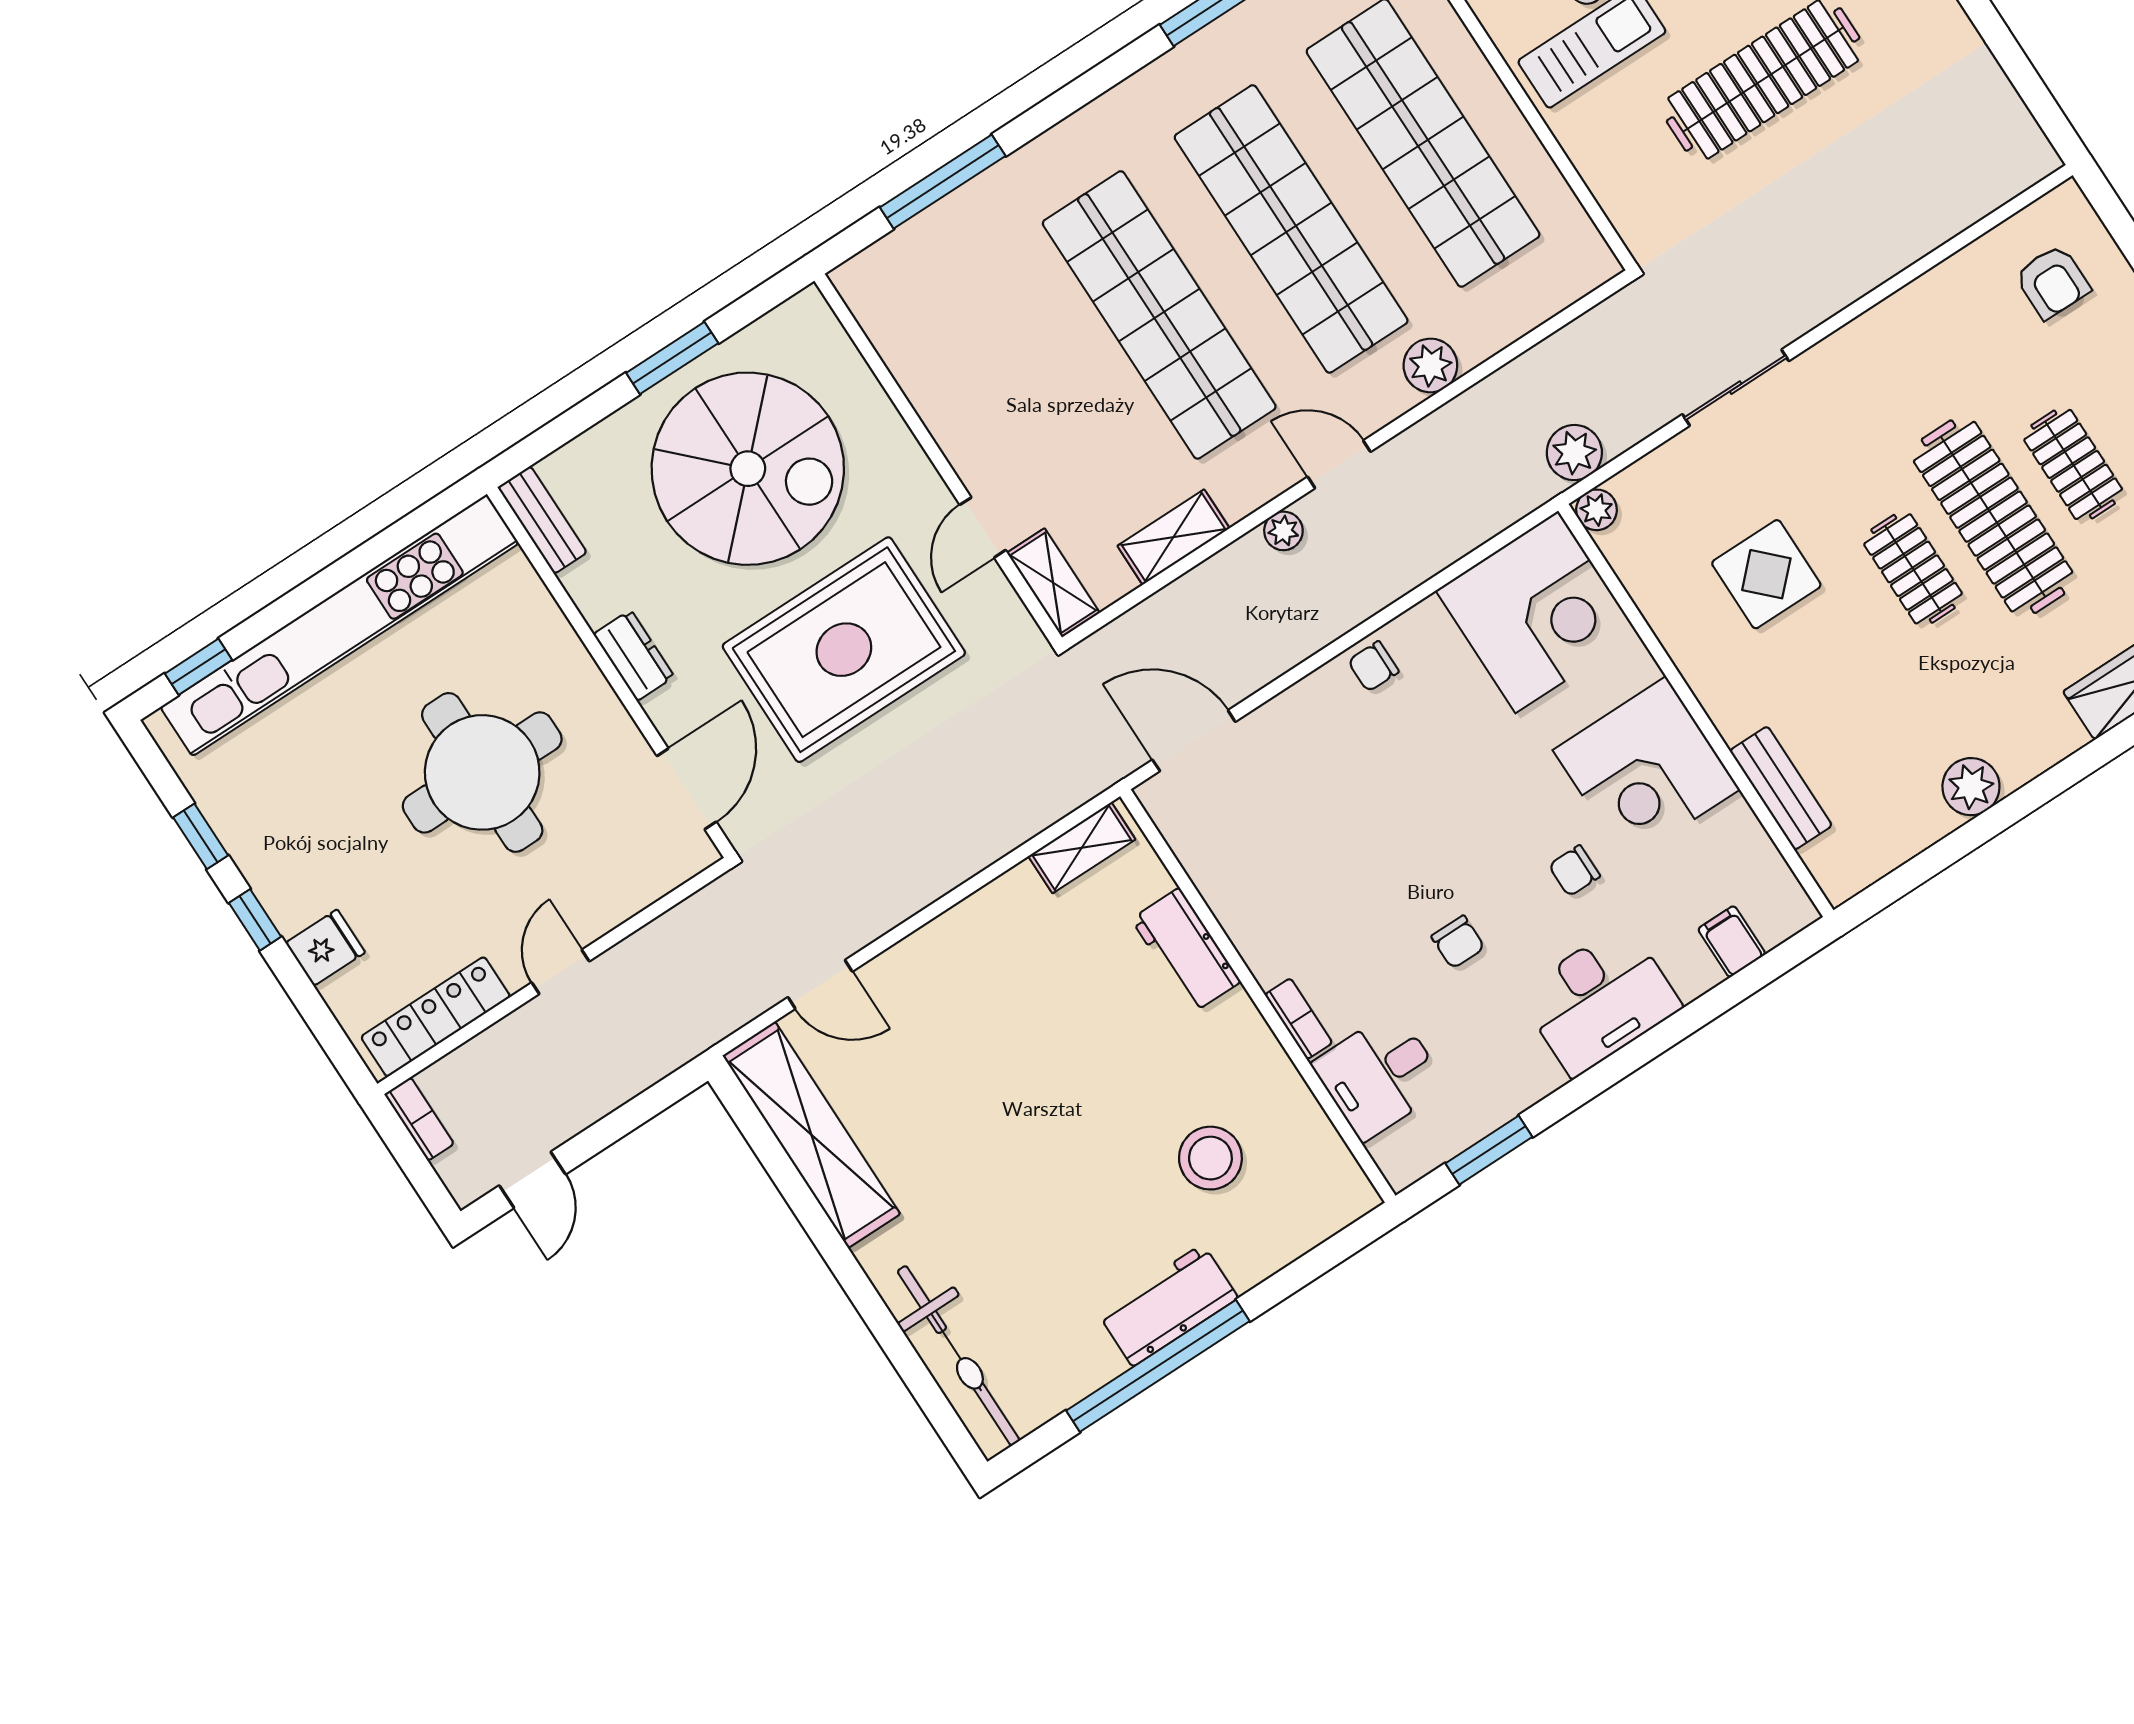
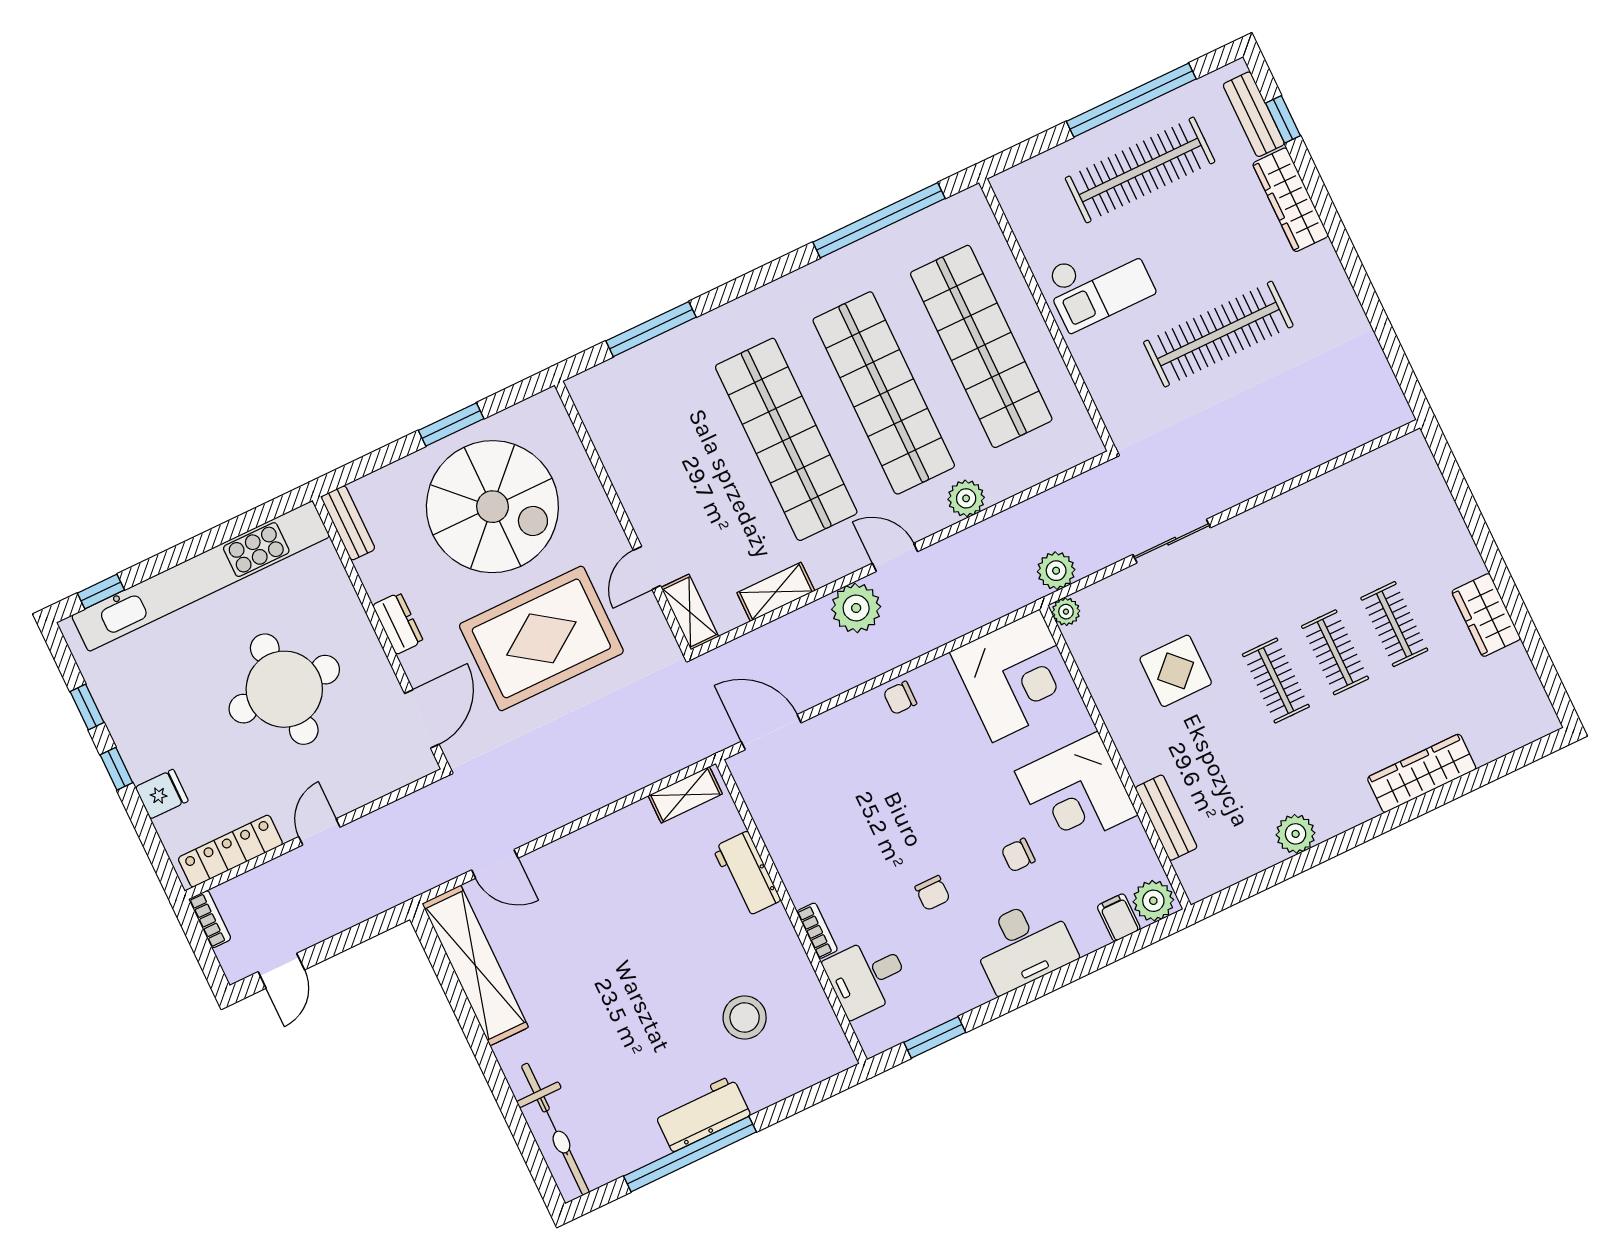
armchair: (2052, 282) -> (1397, 498), removed
clothes rail: (1993, 517) -> (1335, 652), width x0.54, depth x0.76
plant: (1283, 531) -> (856, 608), width x1.88, depth x1.88
plant: (1778, 911) -> (1153, 901), added

